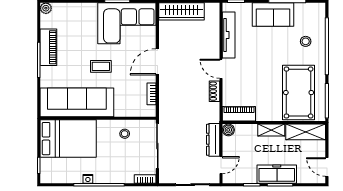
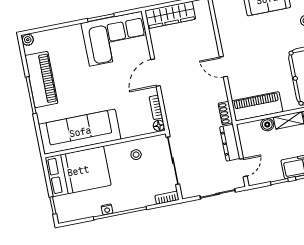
tv unit: (229, 35) -> (224, 30), removed
piano: (48, 47) -> (41, 79), width x1.37, depth x1.33
coffee table: (101, 66) -> (97, 89), removed
shoe rack: (214, 91) -> (225, 113), moved
floor lamp: (151, 111) -> (159, 126), added
piano: (239, 114) -> (257, 106), width x1.37, depth x1.33
boiler: (228, 130) -> (267, 125), moved

